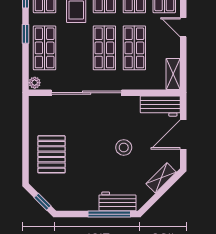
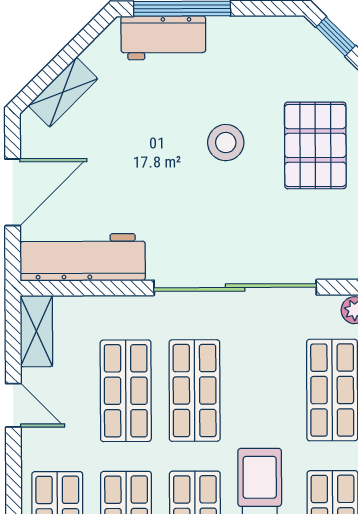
door: (183, 27) -> (13, 405), moved
workbench: (160, 106) -> (83, 257), width x1.38
stool: (124, 147) -> (226, 143), moved

